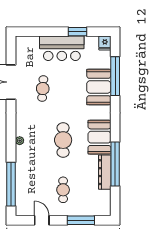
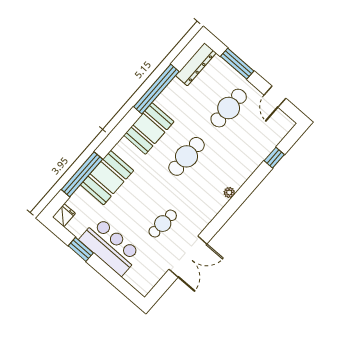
dresser: (105, 172) -> (196, 64), moved
window: (11, 184) -> (274, 158), width x0.32
cafe table: (63, 190) -> (229, 108), width x1.37, depth x1.35

